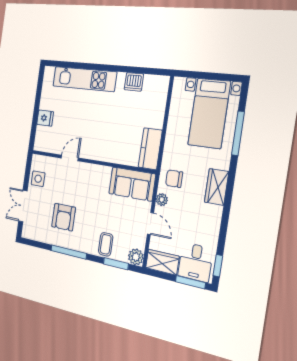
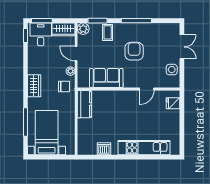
fridge: (45, 118) -> (173, 103), moved
sofa: (132, 184) -> (106, 78), moved
armchair: (64, 217) -> (134, 51), moved

